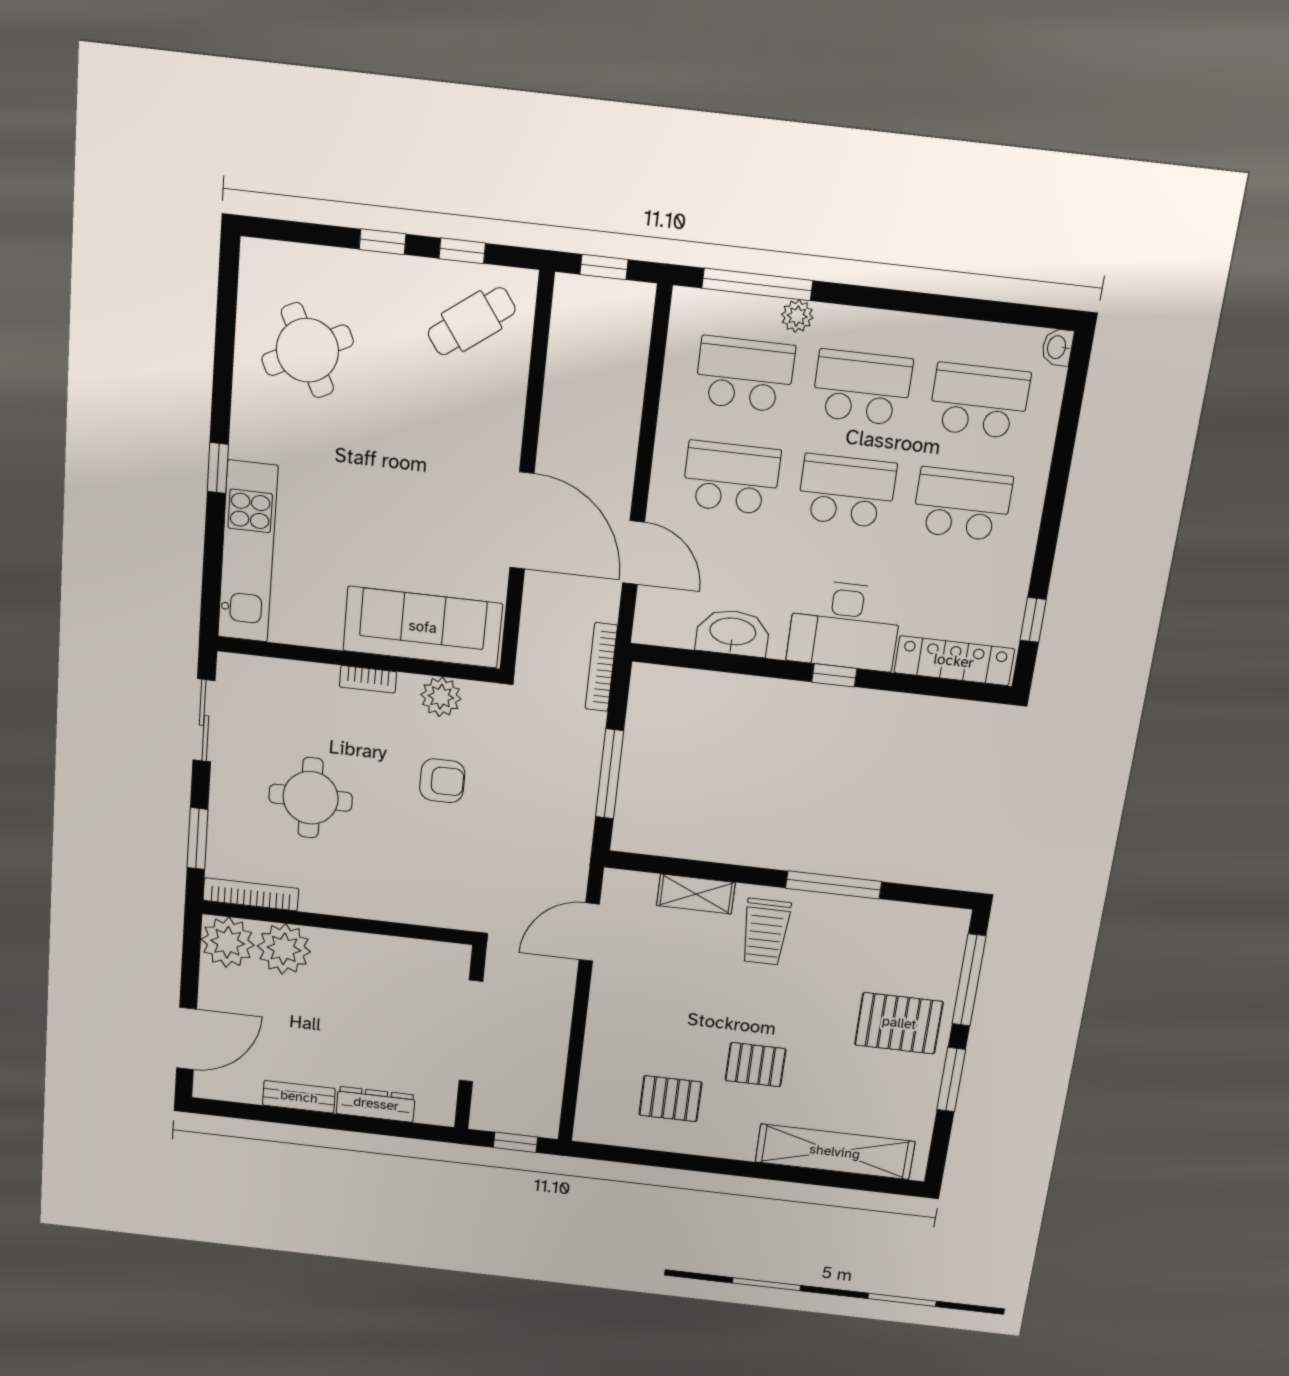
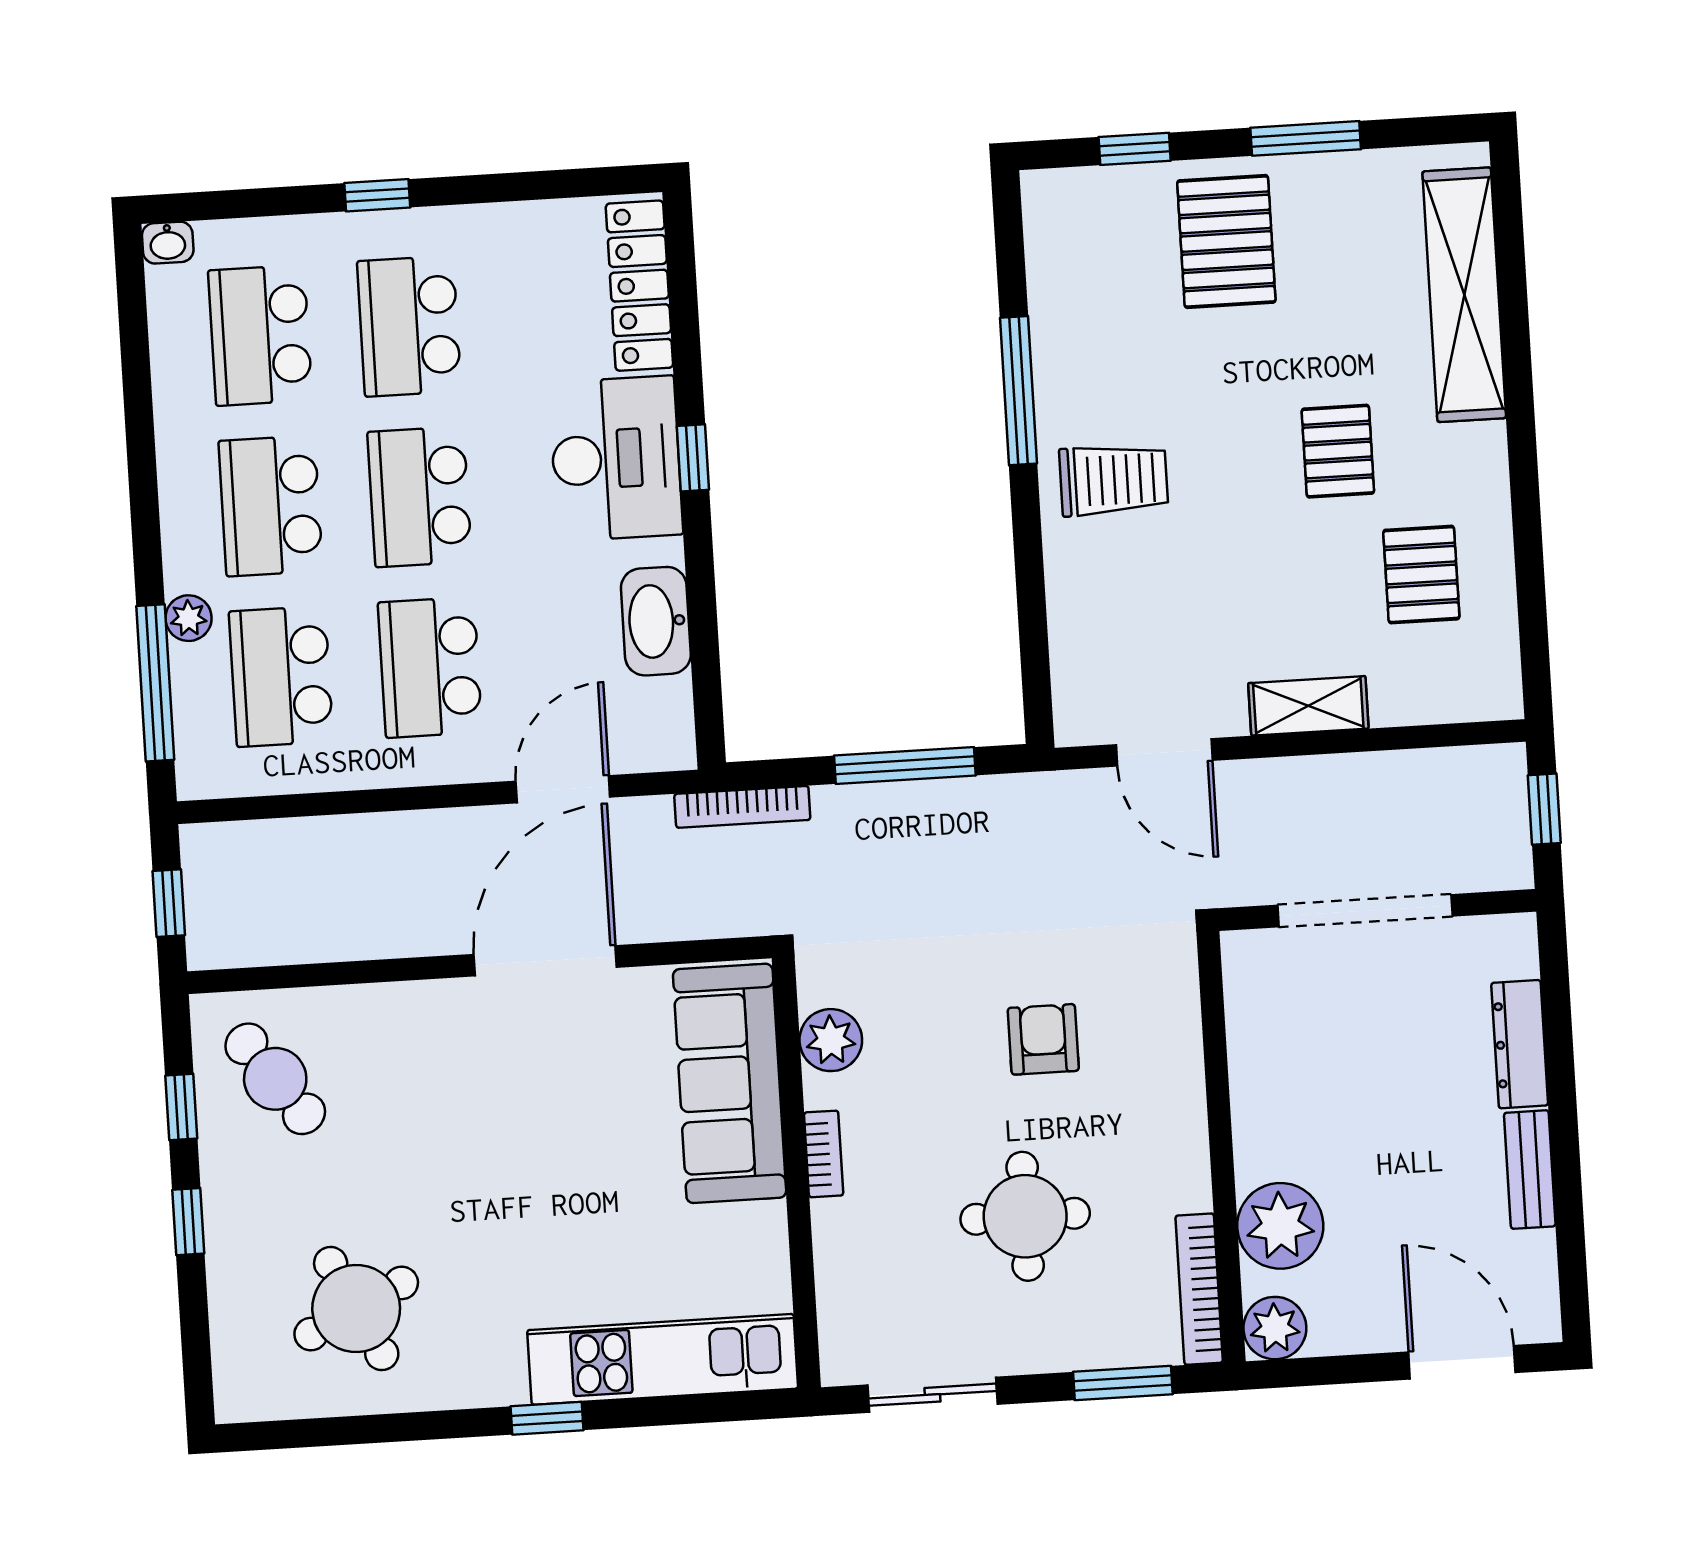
window: (1033, 620) -> (377, 195), moved
armchair: (442, 781) -> (1043, 1039), moved
shelving: (696, 894) -> (1308, 706), moved, turned 90
plant: (228, 942) -> (1275, 1328), width x0.73, depth x0.73
window: (969, 980) -> (1135, 149), width x0.46

